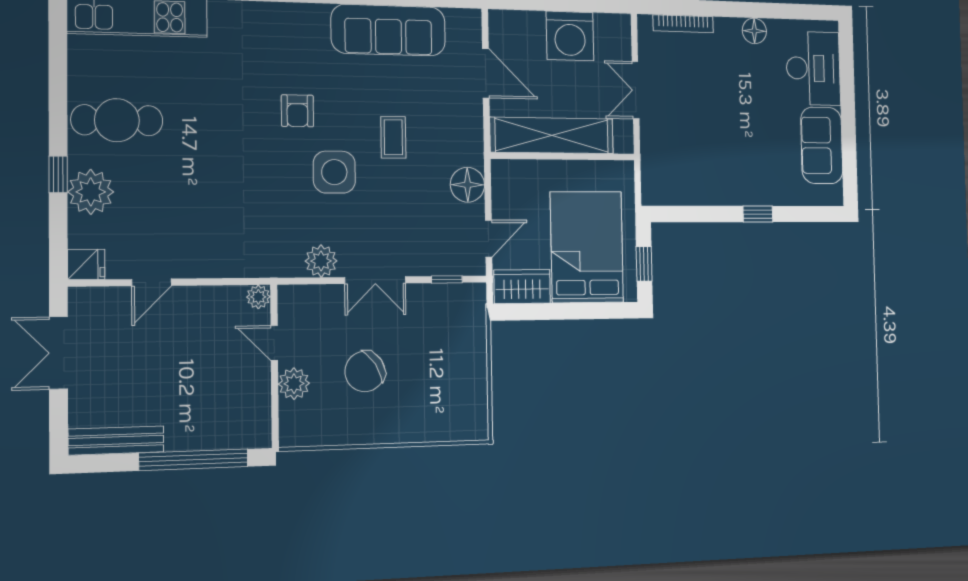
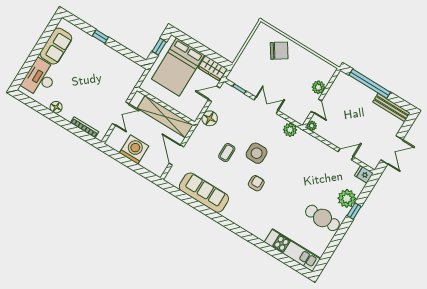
plant: (321, 261) -> (290, 130), moved
chair: (365, 371) -> (279, 51), moved

